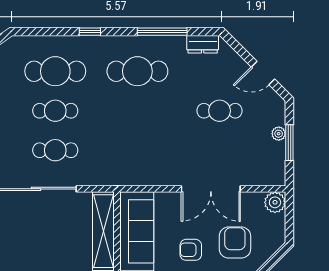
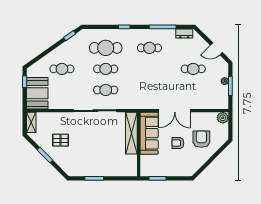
cafe table: (137, 71) -> (149, 48), width x0.73, depth x0.74
double door: (211, 189) -> (175, 111), moved

